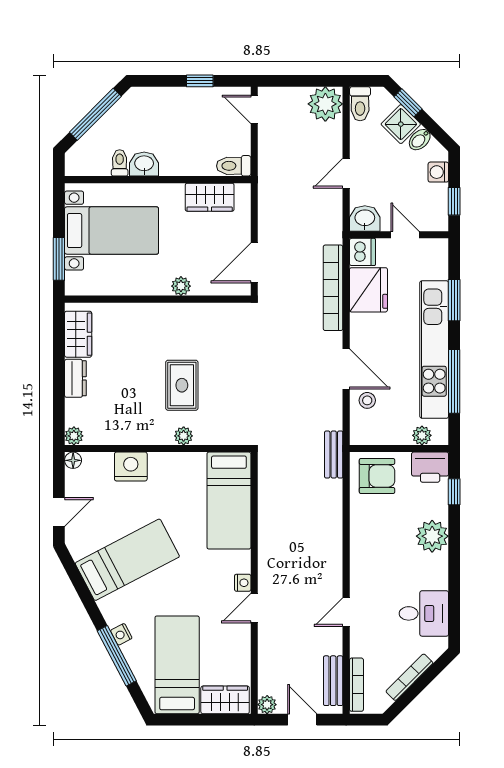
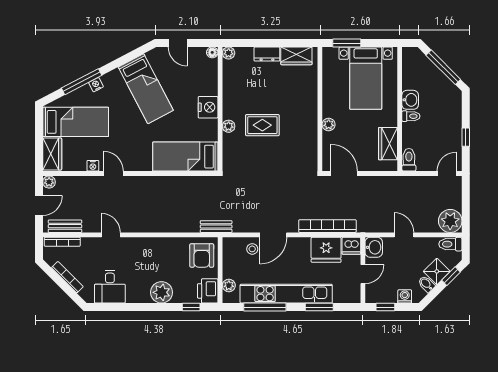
toilet: (120, 163) -> (411, 116), moved
nightstand: (131, 467) -> (208, 107), moved
nightstand: (243, 583) -> (93, 166), moved

